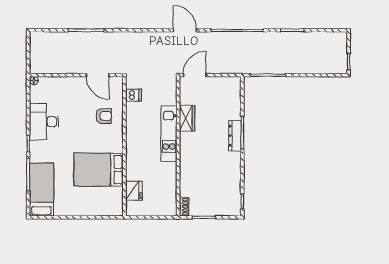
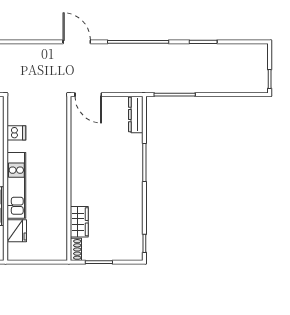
door: (195, 75) -> (88, 95), swing flipped
dishwasher: (133, 95) -> (16, 133), moved
wardrobe: (187, 118) -> (79, 222), moved
kitchen unit: (169, 134) -> (16, 185), moved, turned 180
dresser: (235, 136) -> (136, 114), moved

